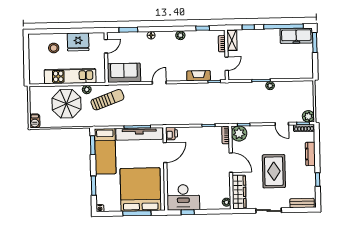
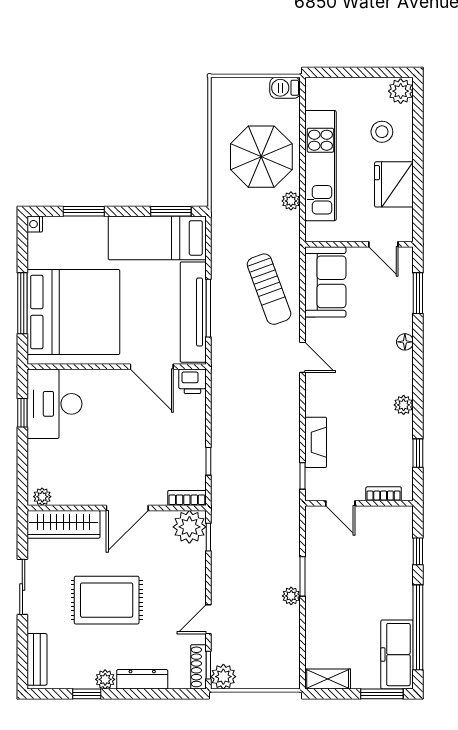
plant: (35, 40) -> (401, 91), added
shelving: (232, 40) -> (328, 679), moved
sun lounger: (107, 100) -> (269, 289), moved
barbecue: (35, 121) -> (285, 88), moved
plant: (311, 171) -> (105, 679), added

